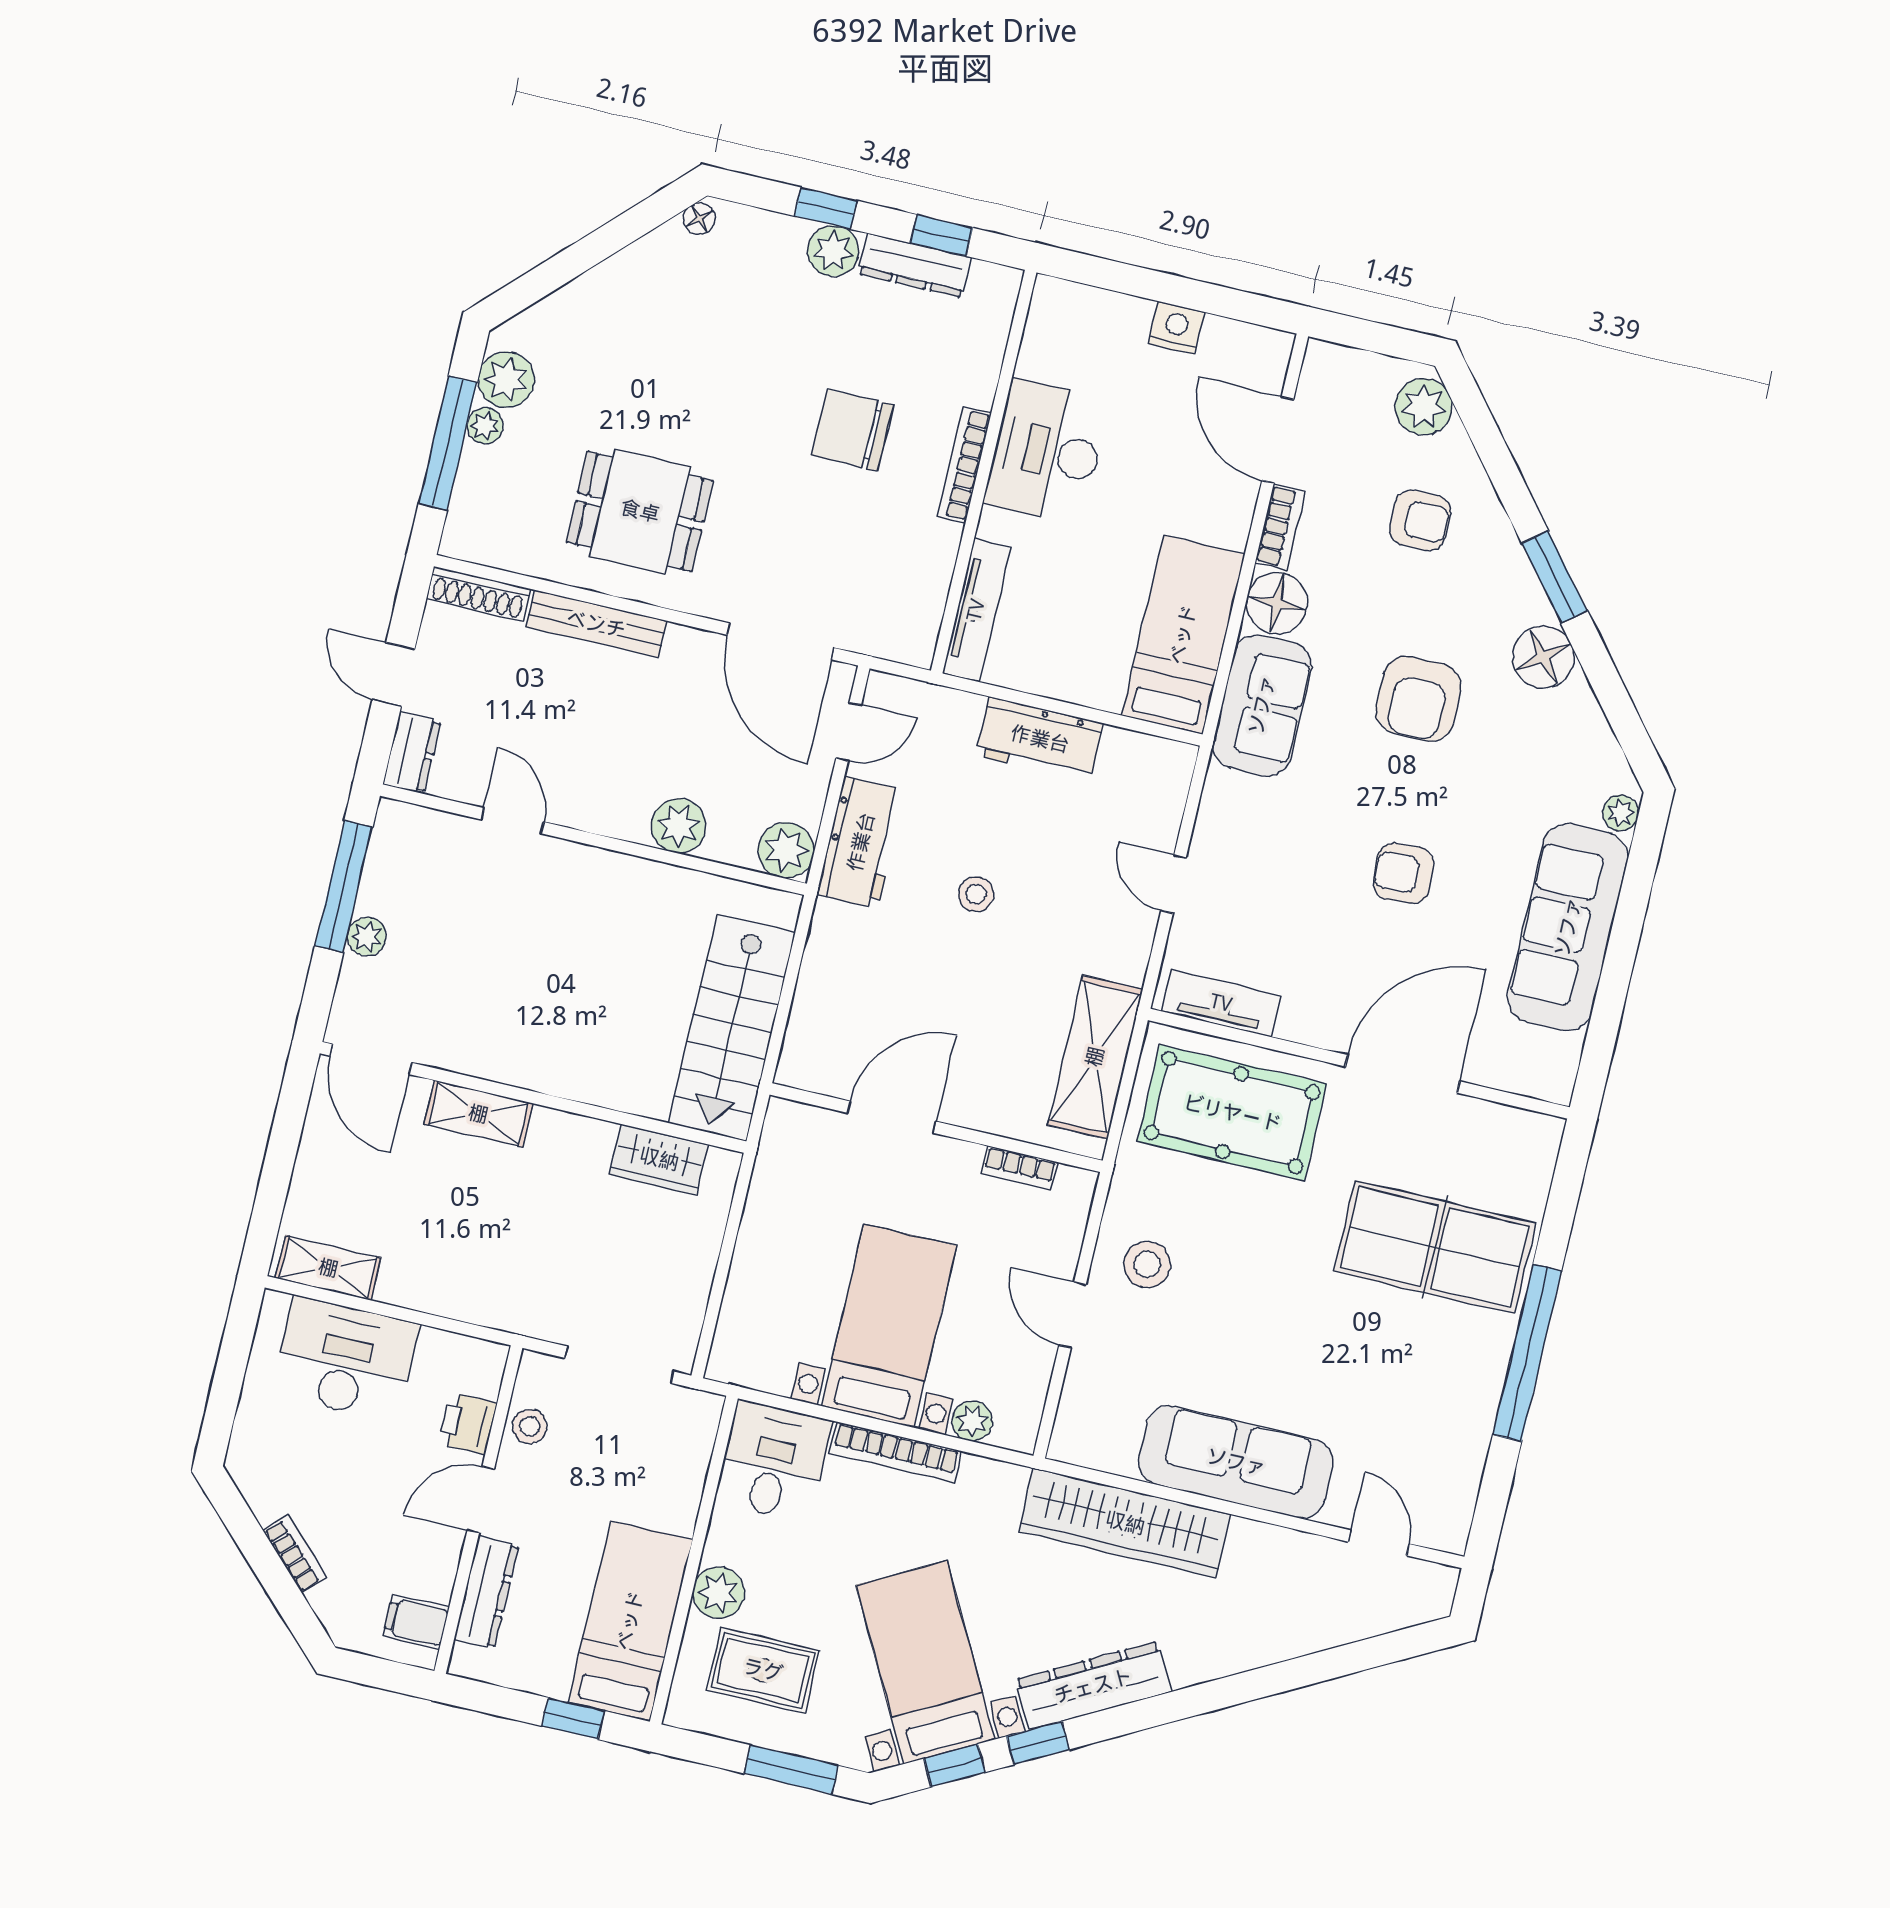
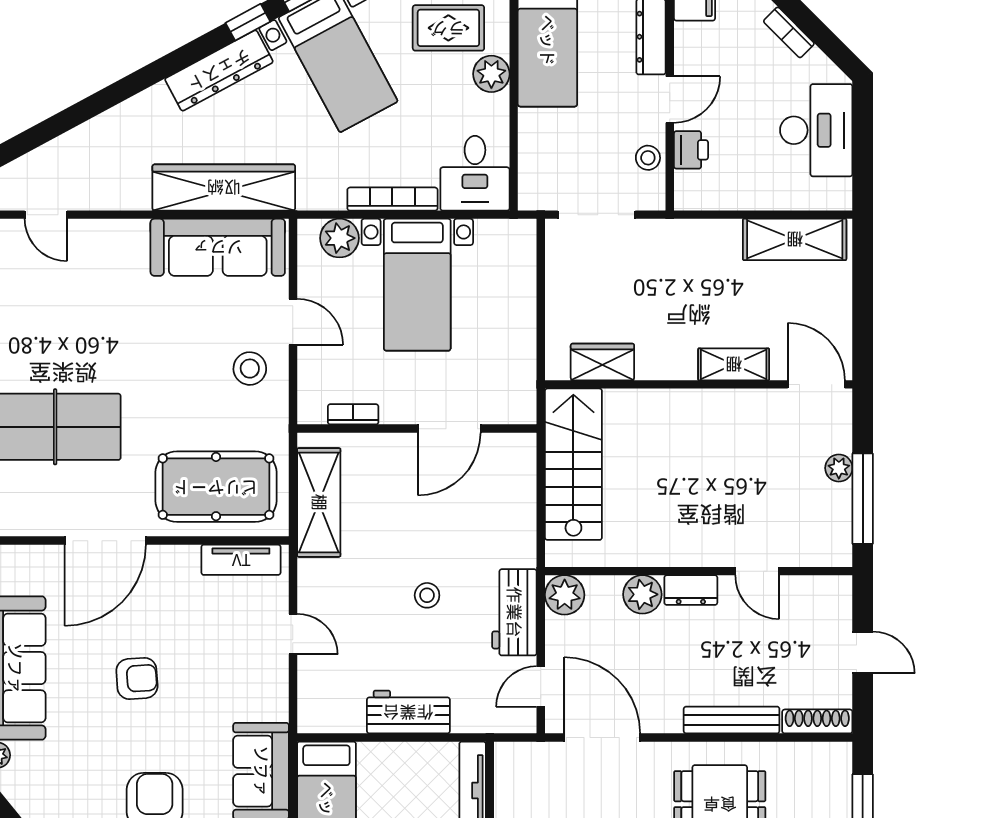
dresser: (412, 753) -> (691, 590), moved, turned -90
shelving: (328, 1268) -> (795, 239), width x1.50, depth x1.33
desk: (345, 1359) -> (816, 130), moved, turned -90
plant: (972, 1421) -> (339, 238), width x1.38, depth x1.38
sofa: (1236, 1462) -> (218, 247), moved

